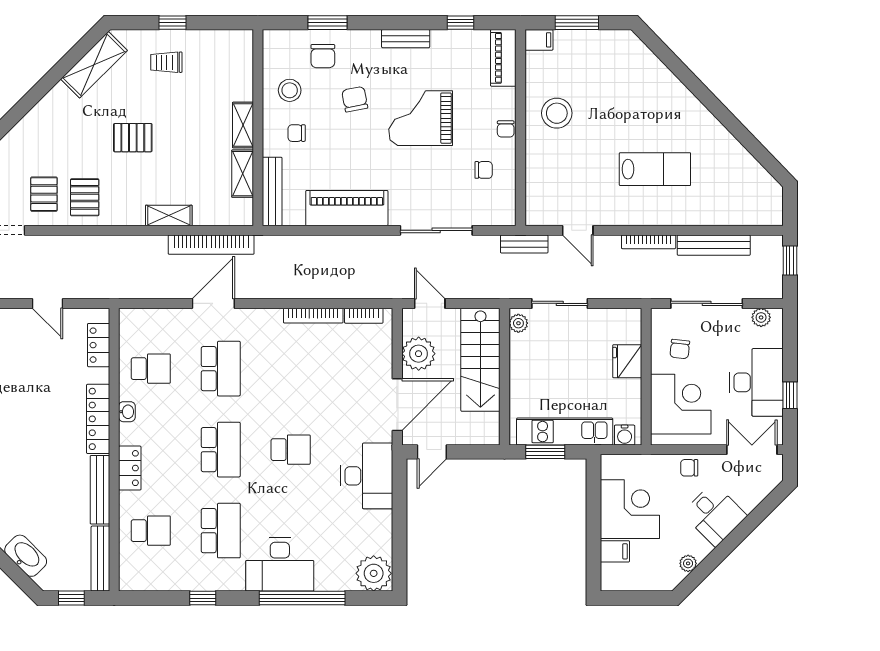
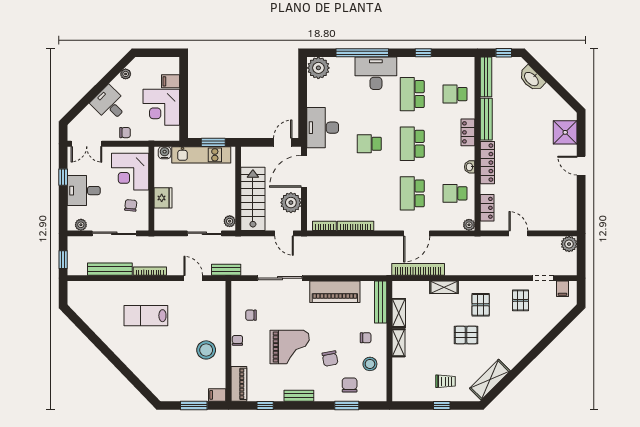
pallet: (85, 197) -> (481, 305), moved
plant: (128, 317) -> (469, 225), added
desk: (756, 382) -> (84, 191), width x0.73

